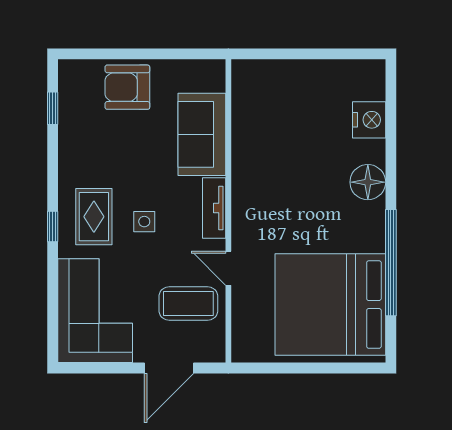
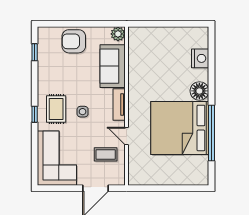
plant: (212, 73) -> (118, 34), added
coffee table: (188, 303) -> (106, 154), width x0.73, depth x0.77
bed: (330, 305) -> (180, 128), moved

